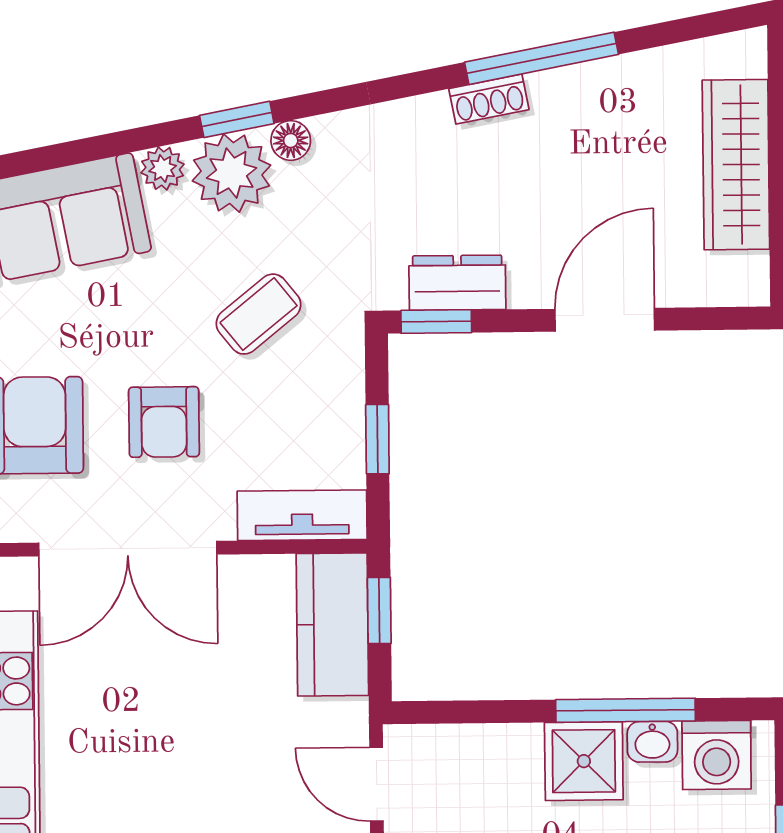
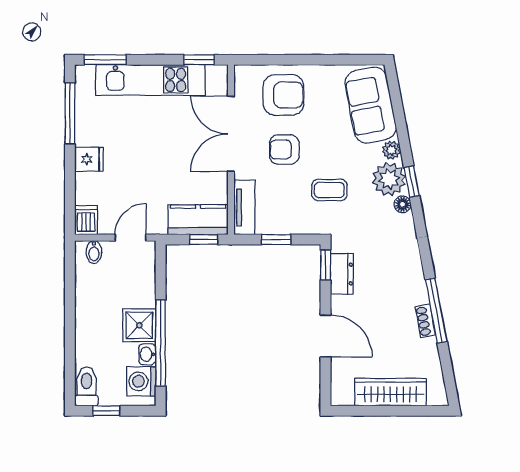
shoe rack: (489, 99) -> (425, 321), moved
coffee table: (259, 314) -> (329, 190), turned -51
window: (626, 710) -> (161, 343), width x1.46

